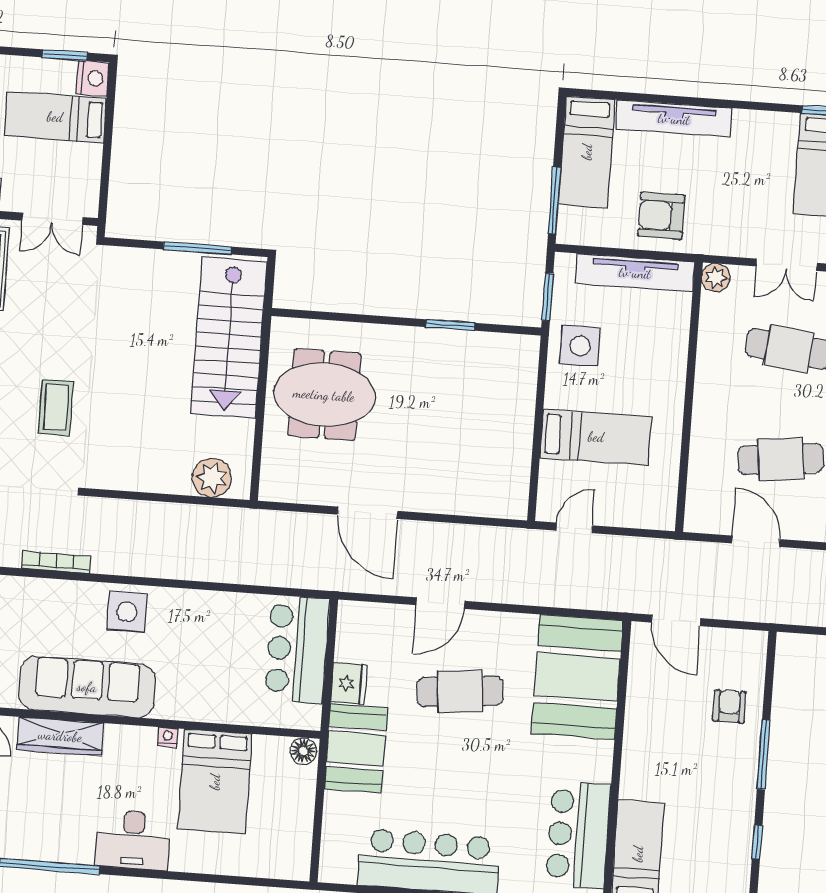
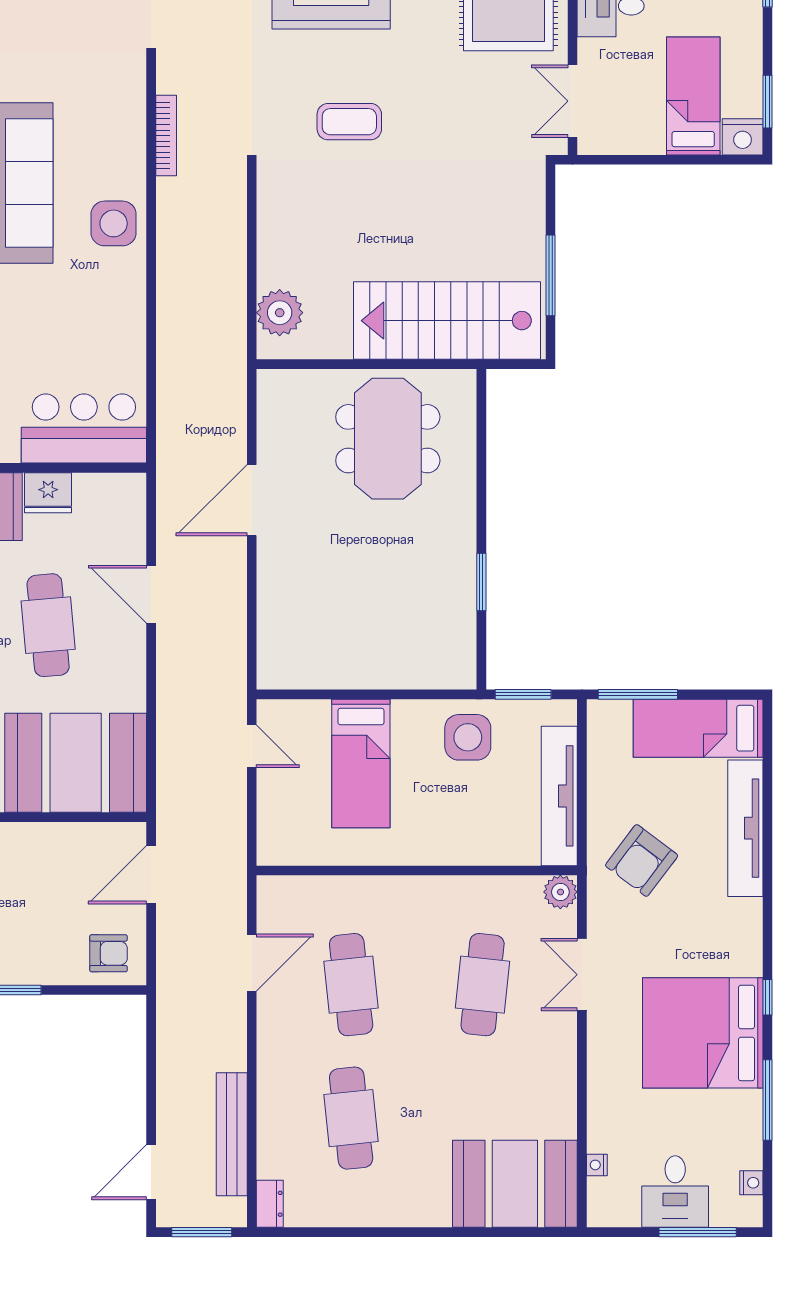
armchair: (661, 216) -> (642, 860), moved, turned -143
armchair: (729, 706) -> (109, 953), moved

